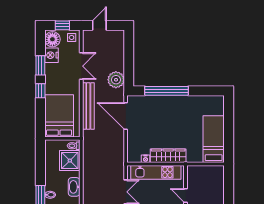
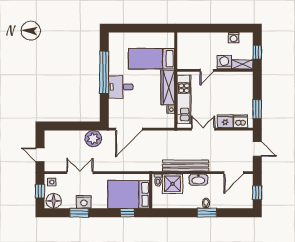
nightstand: (51, 55) -> (84, 202), moved
window: (40, 91) -> (127, 213), moved
window: (167, 91) -> (104, 72), moved
bench: (88, 106) -> (186, 166), moved
desk: (169, 108) -> (121, 87), added
bed: (214, 139) -> (151, 59), moved

